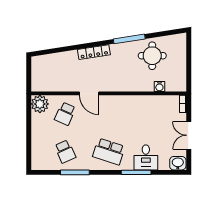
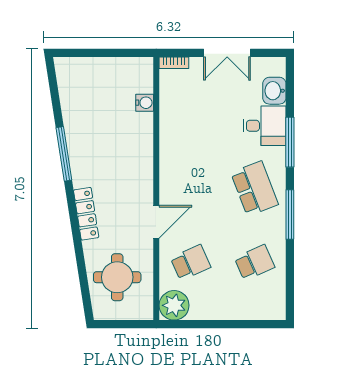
round table: (152, 56) -> (117, 277), moved
school desk: (65, 114) -> (191, 262), turned -48
school desk: (109, 152) -> (255, 189), turned -39
washbasin: (178, 163) -> (274, 91), moved
window: (75, 172) -> (290, 214), moved

